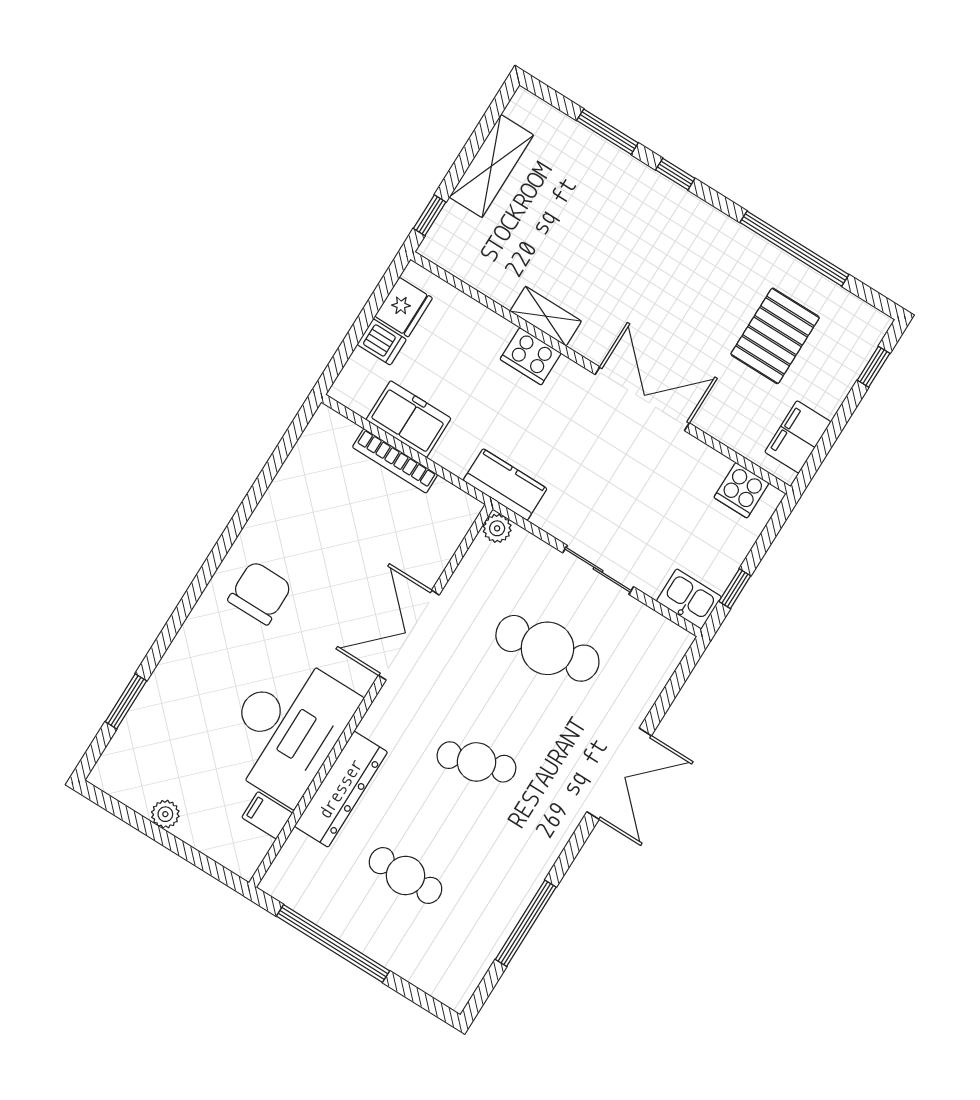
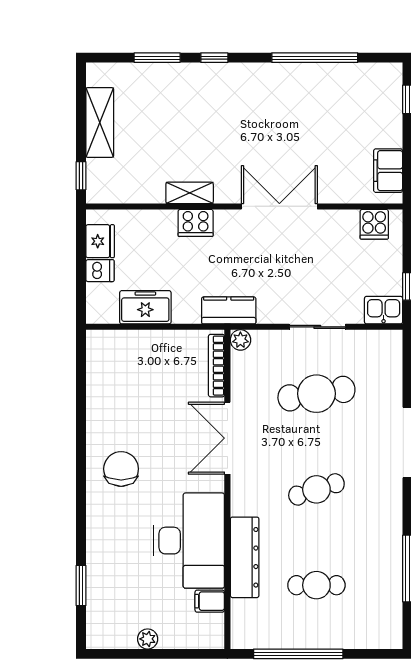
pallet: (775, 336) -> (336, 118), removed
bookcase: (395, 461) -> (216, 366), moved, turned 90

